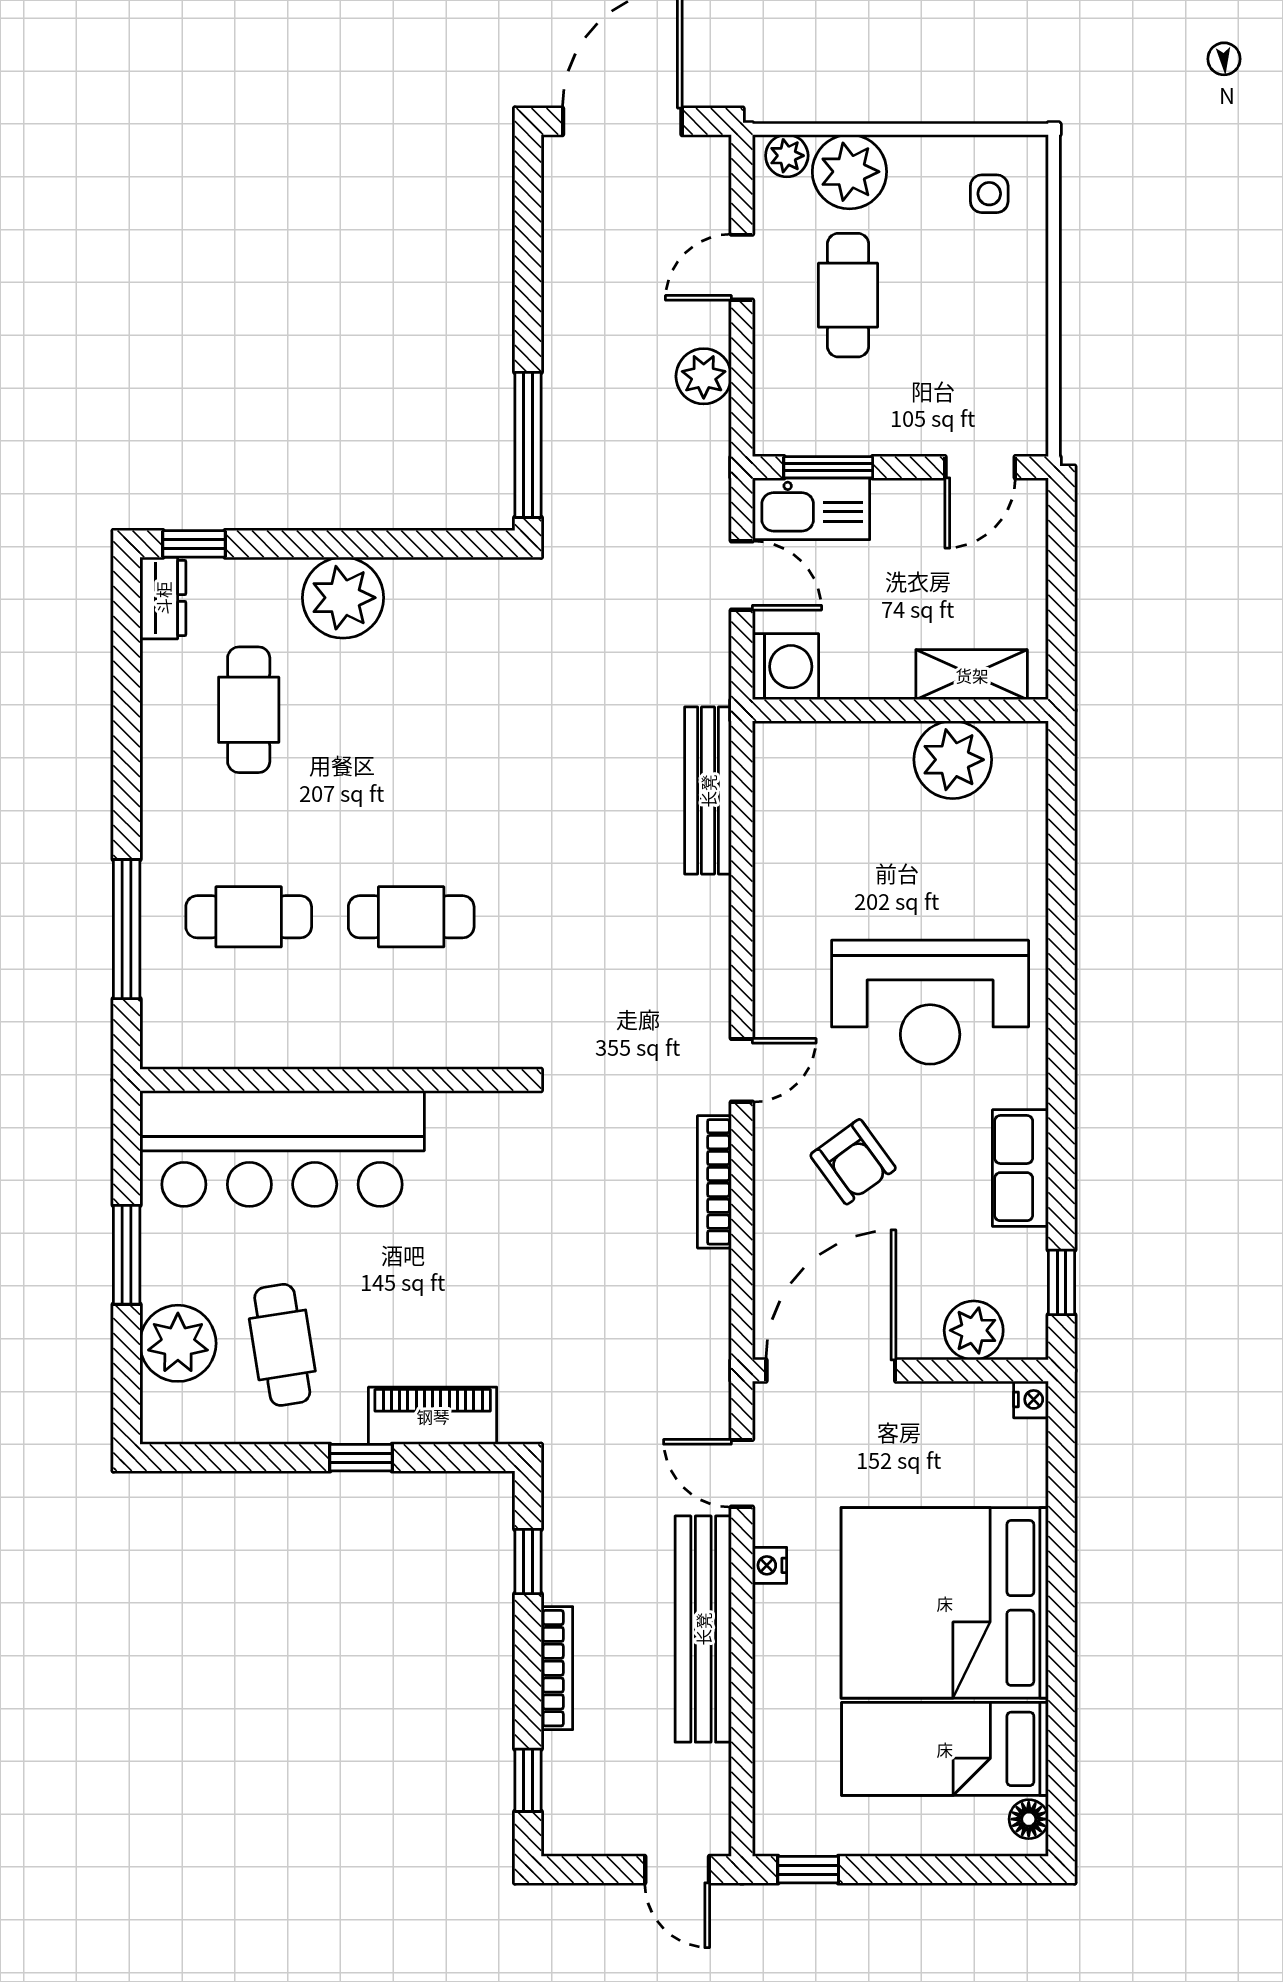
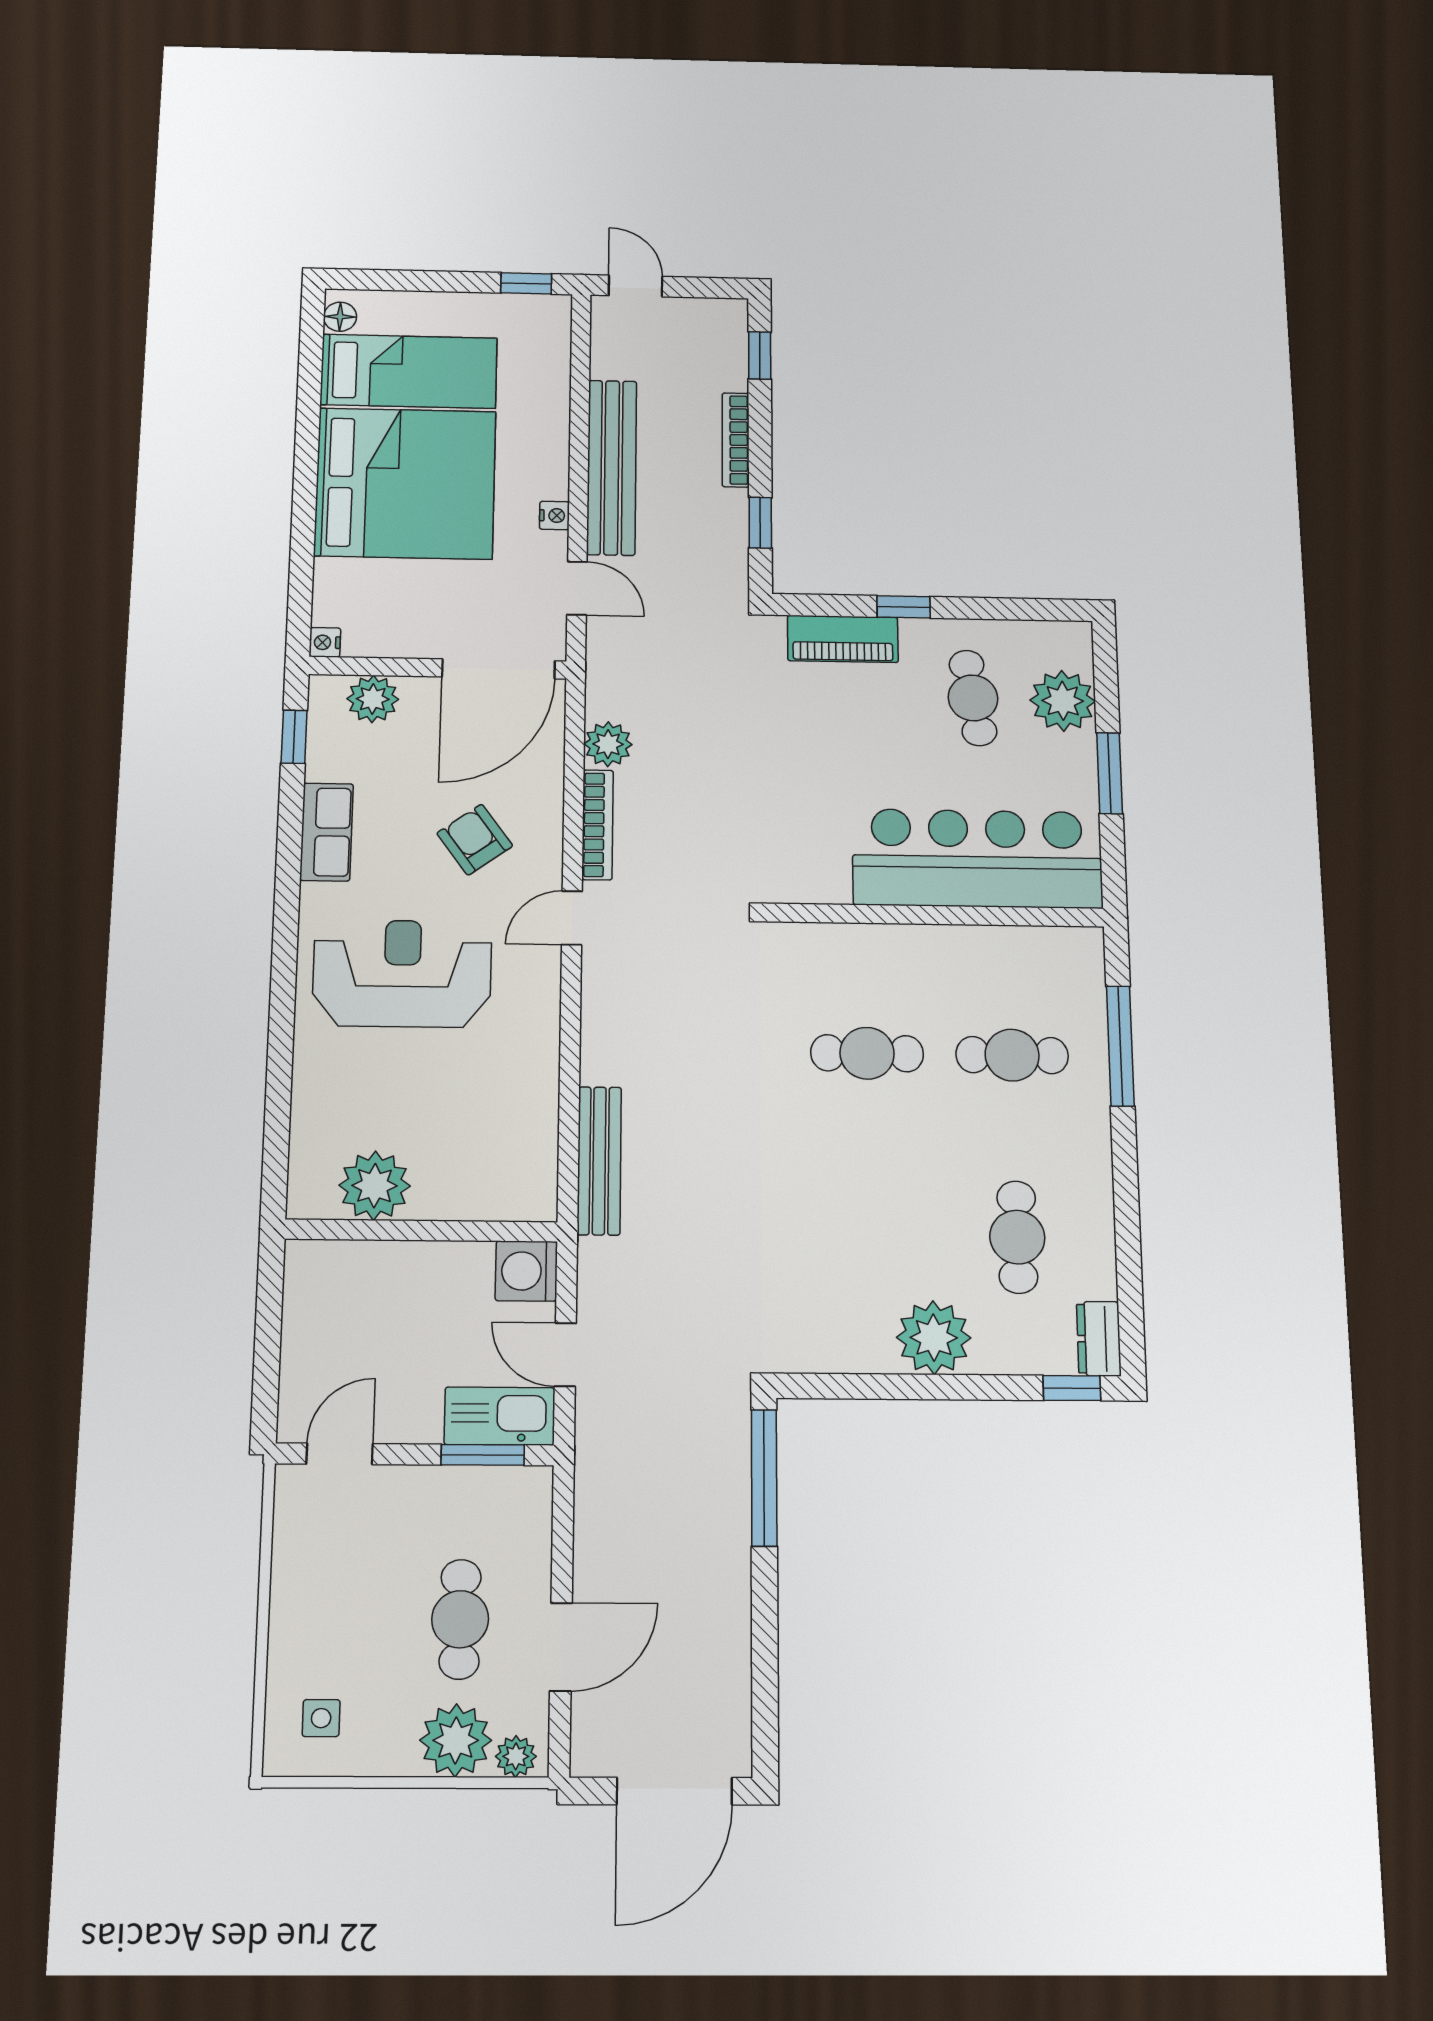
door: (742, 267) -> (561, 1647), width x1.38
plant: (704, 376) -> (608, 744), moved
shelving: (972, 675) -> (355, 1262), removed

